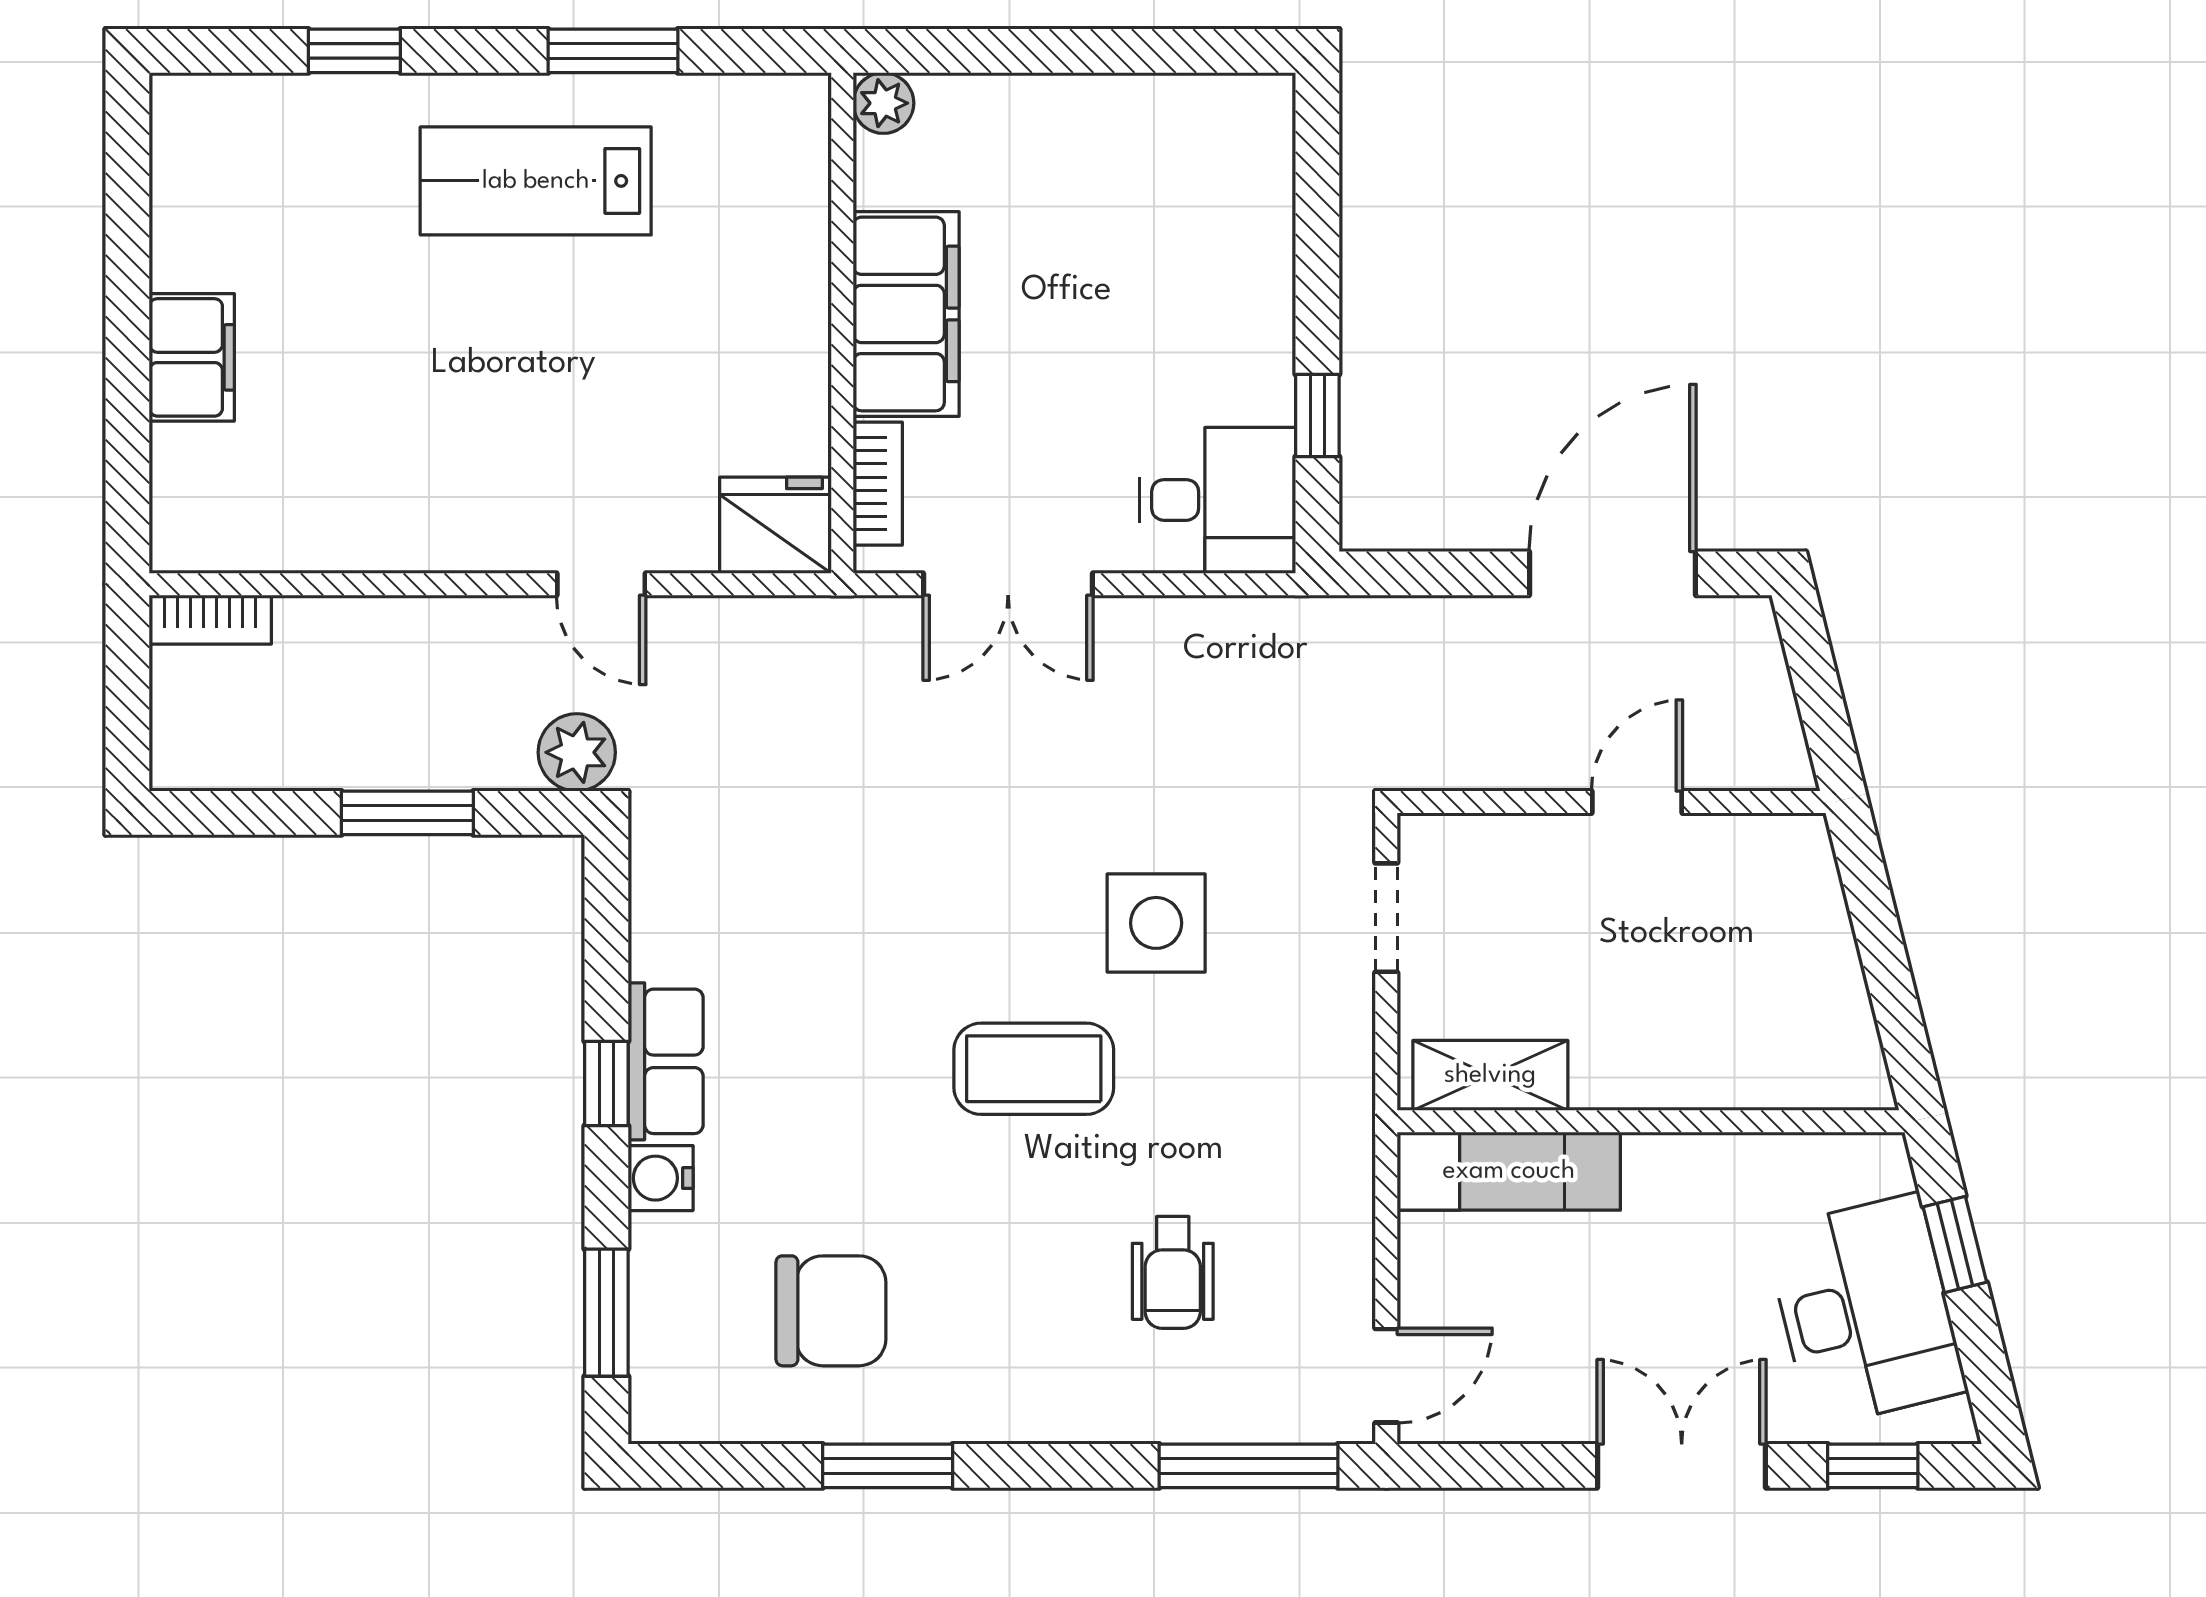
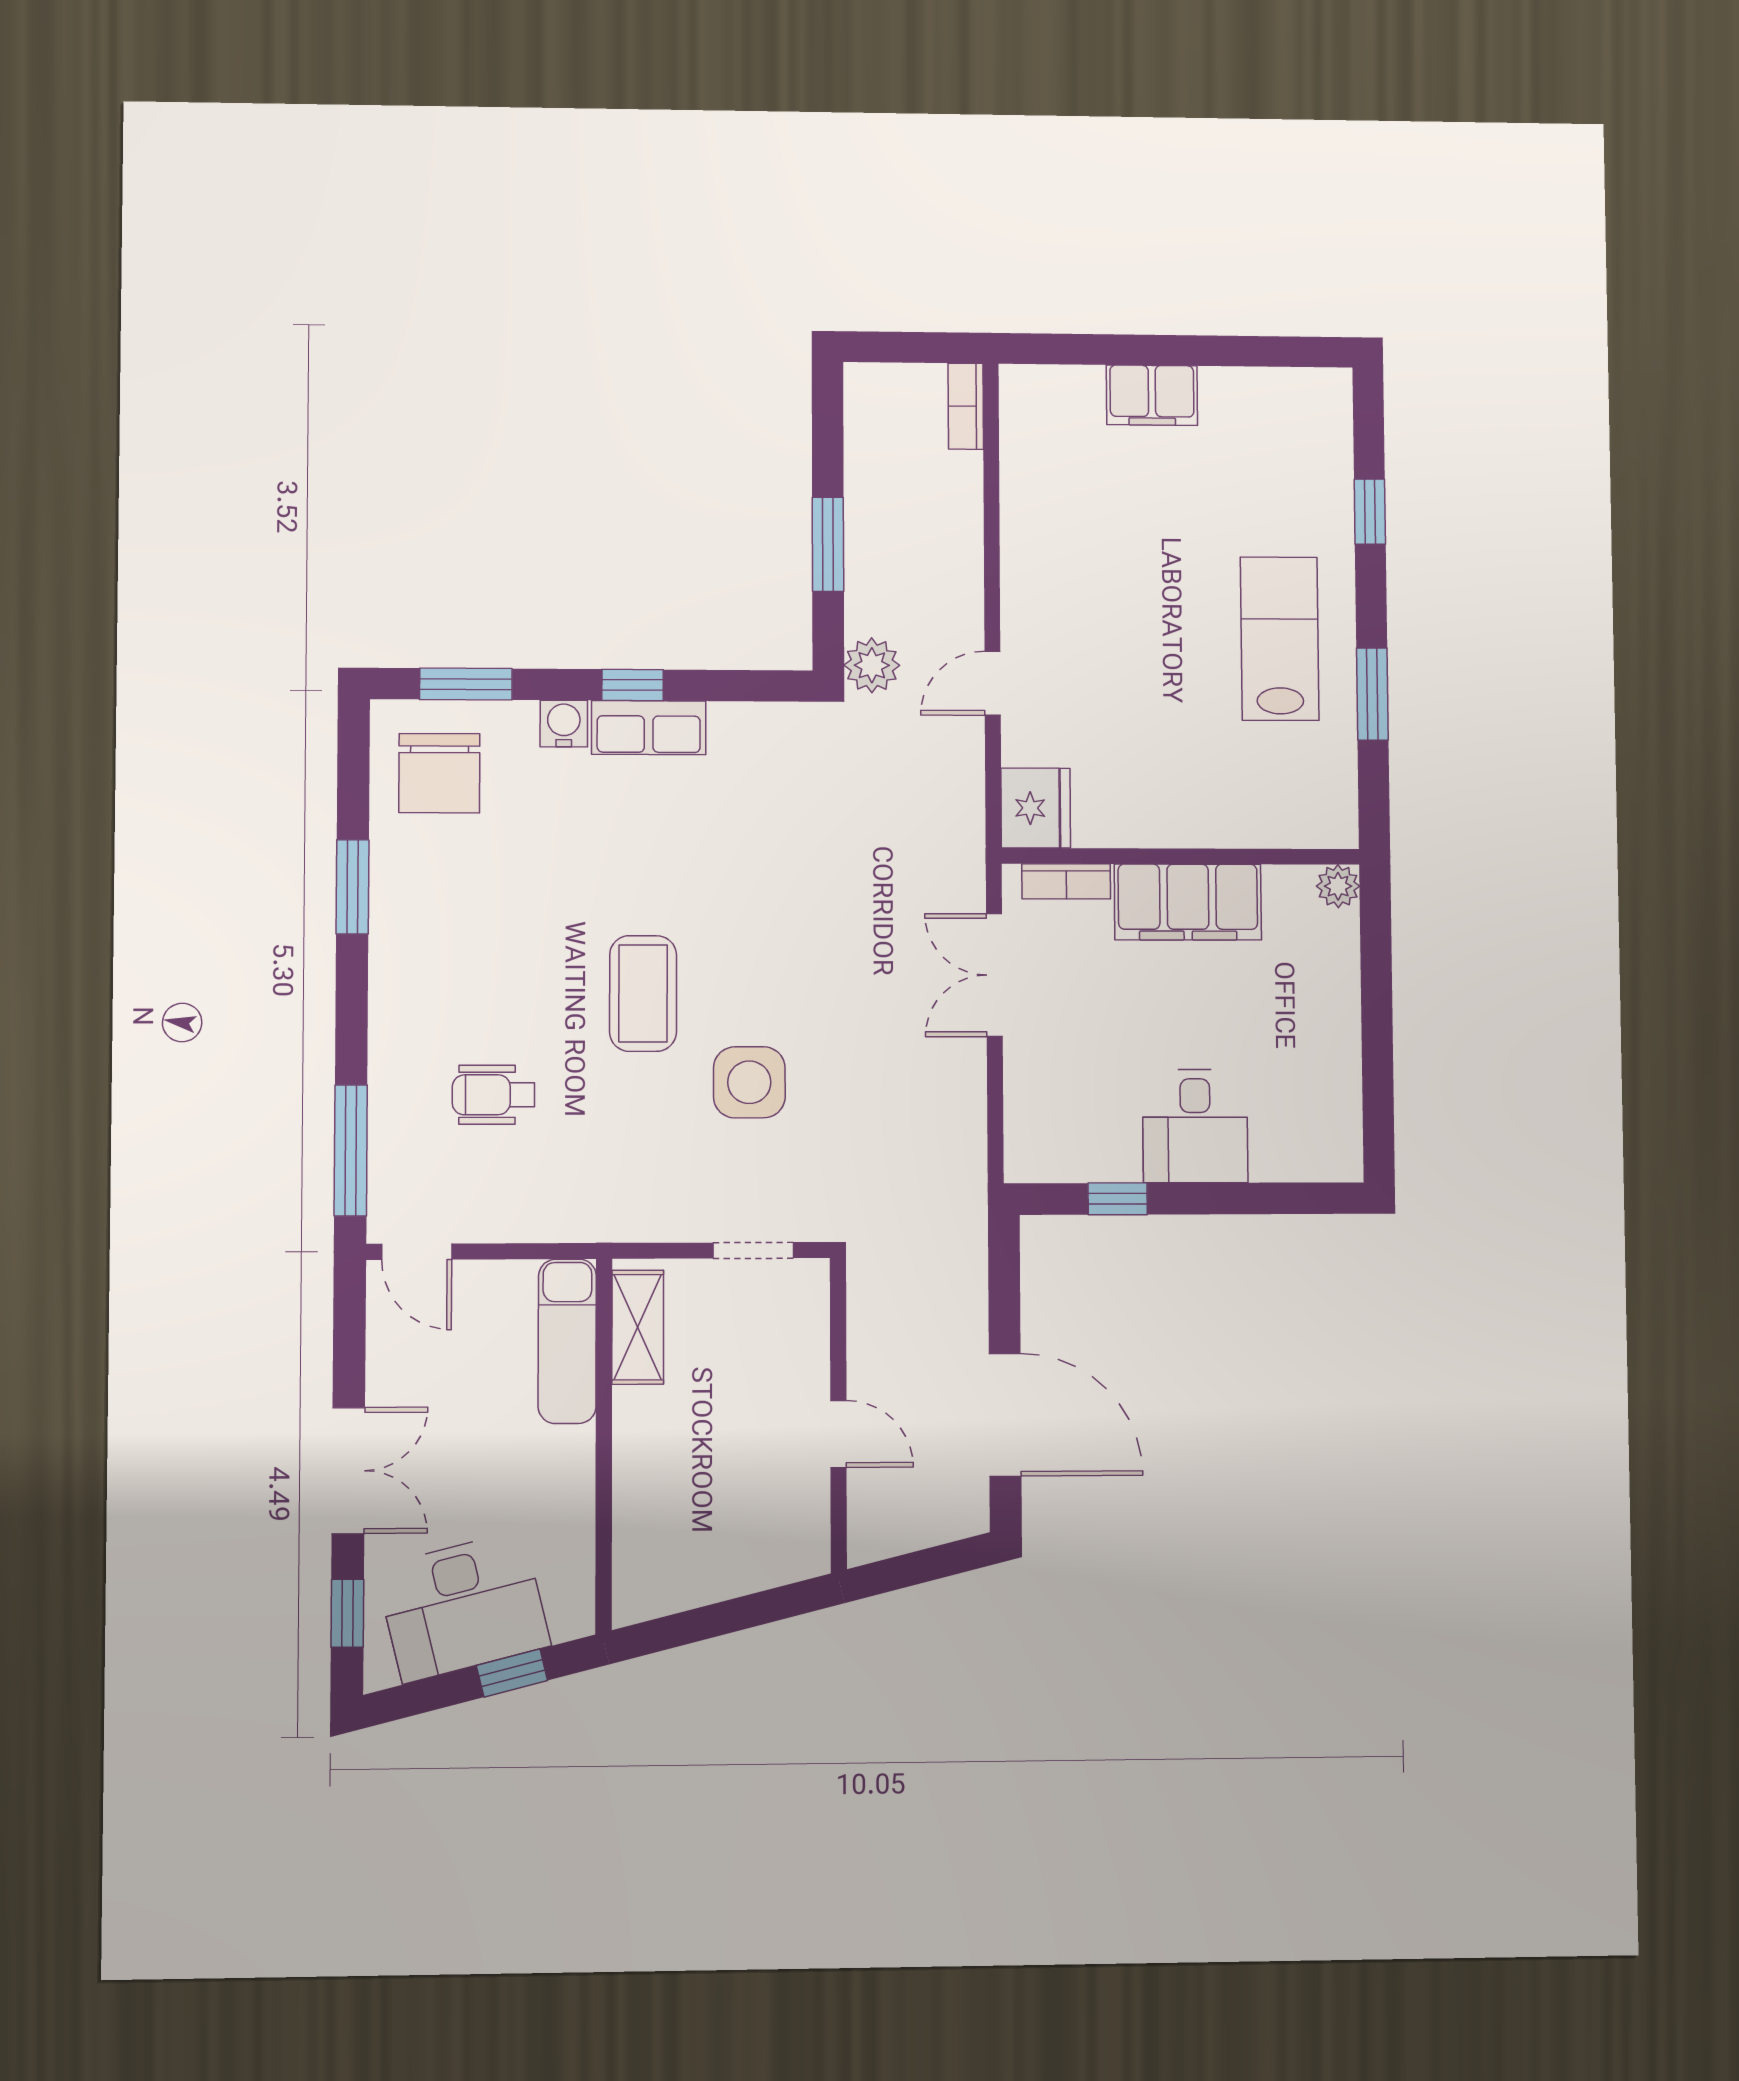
desk: (1217, 500) -> (1195, 1126), moved
chair: (831, 1311) -> (439, 773), moved

